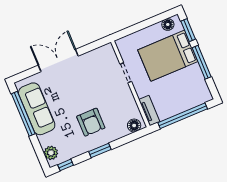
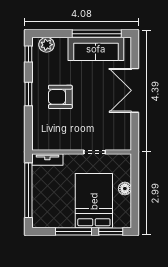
floor lamp: (168, 24) -> (125, 189), moved
double door: (58, 61) -> (135, 90), swing flipped
floor lamp: (134, 125) -> (39, 138), removed

